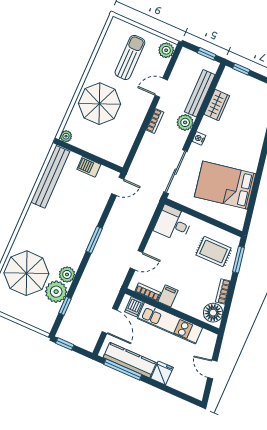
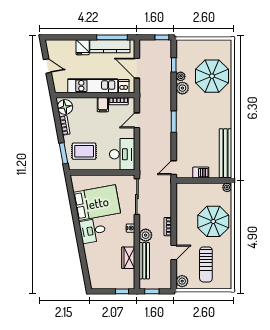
desk: (244, 155) -> (93, 231), added
desk: (173, 223) -> (122, 154), width x1.37
plant: (56, 292) -> (181, 76), width x0.53, depth x0.53

